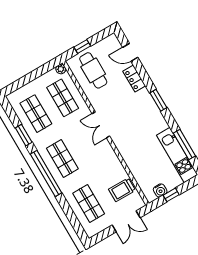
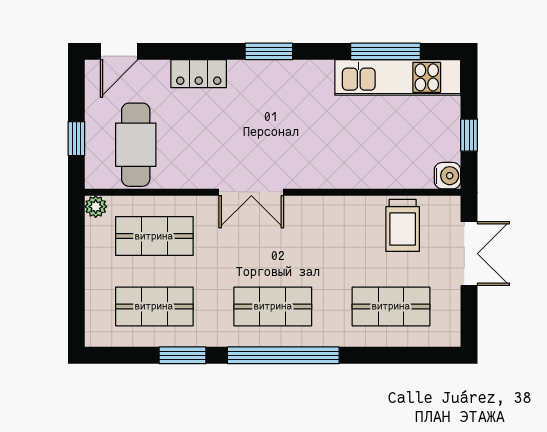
door: (130, 52) -> (119, 51), moved
cafe table: (93, 70) -> (136, 145), turned 90
water cooler: (160, 190) -> (448, 176), moved

